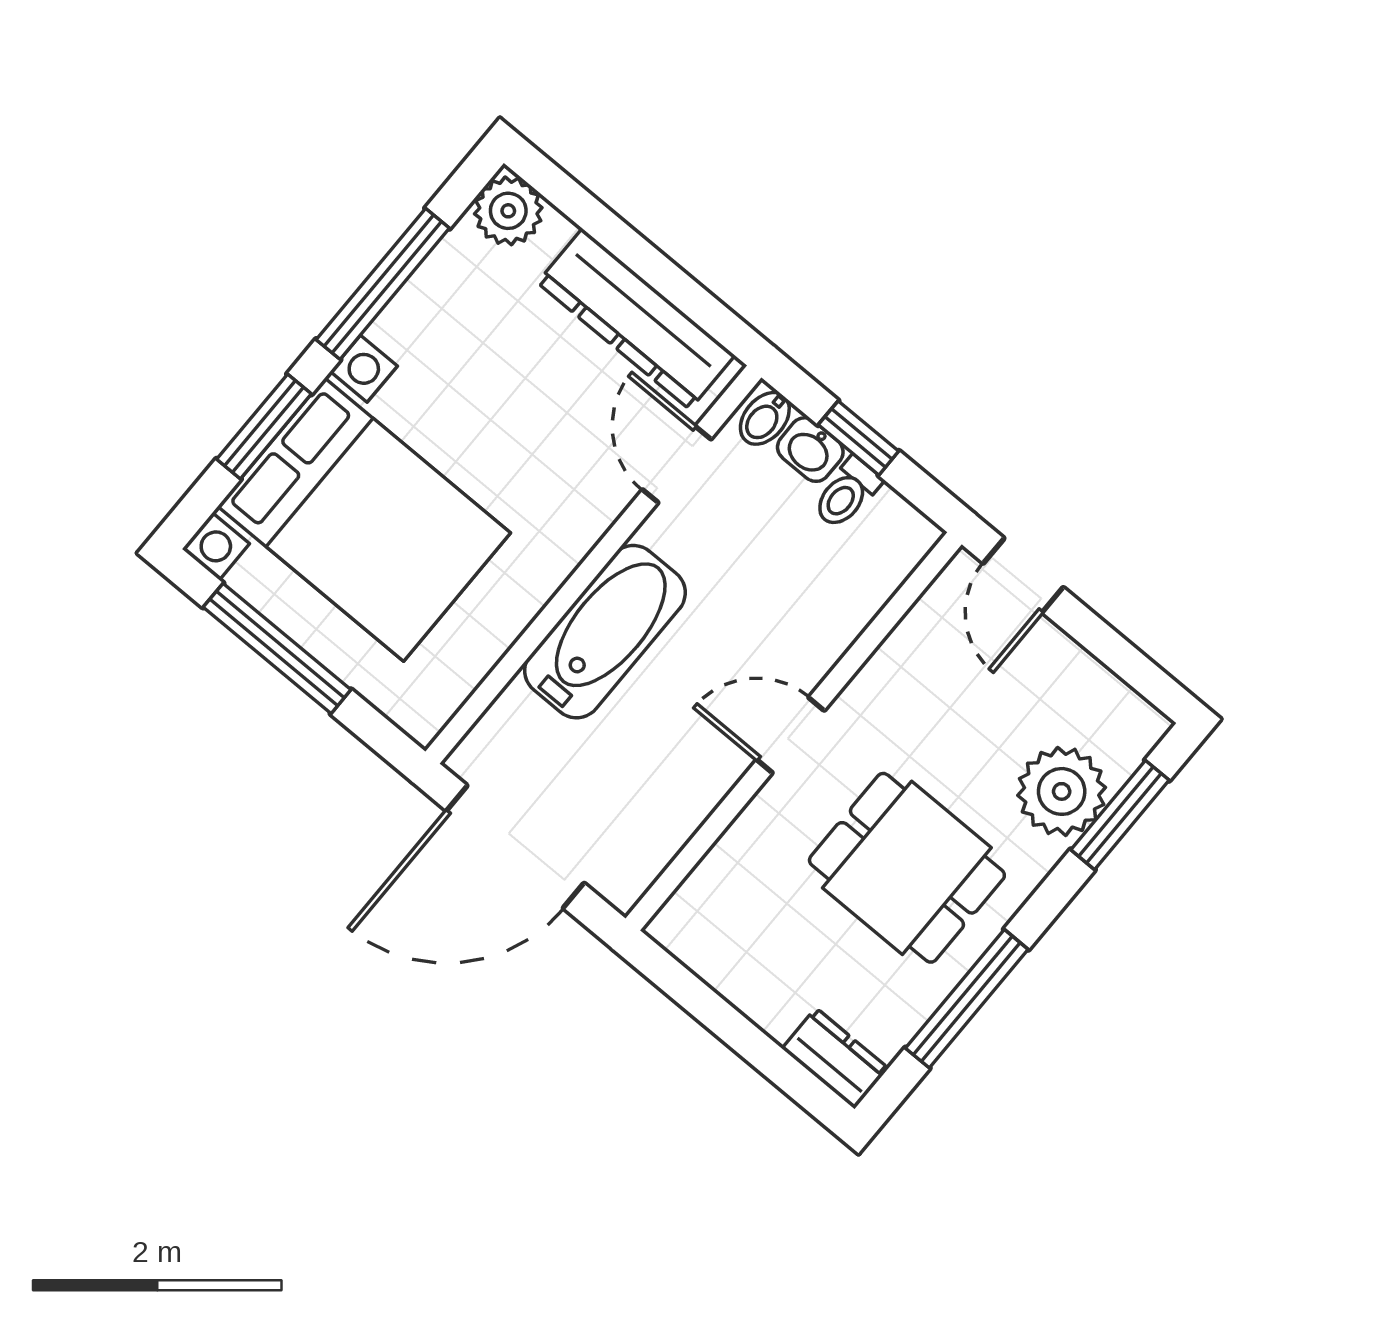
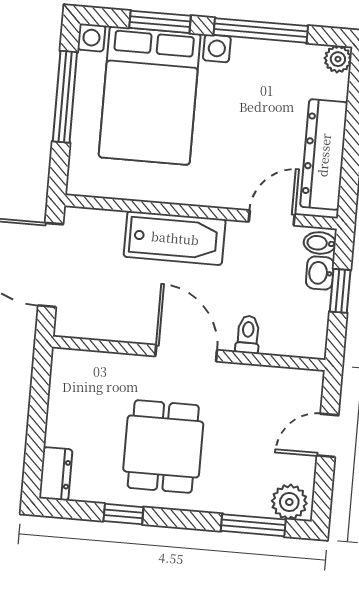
plant: (508, 211) -> (338, 59), width x0.73, depth x0.73
toilet: (847, 493) -> (248, 335), moved, turned 90
door: (1023, 575) -> (328, 435), moved
door: (791, 735) -> (186, 353), width x1.38
plant: (1062, 791) -> (289, 502), moved, width x0.73, depth x0.73
window: (967, 999) -> (123, 514), width x0.46

